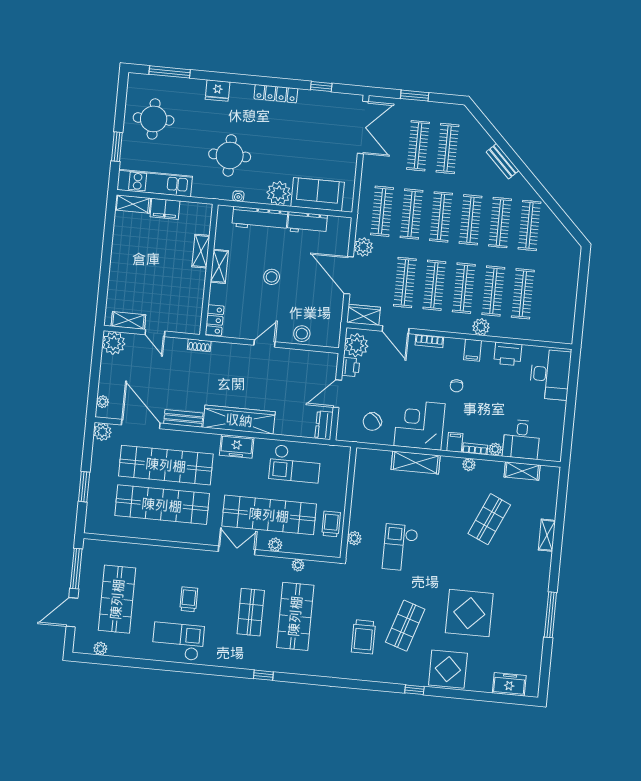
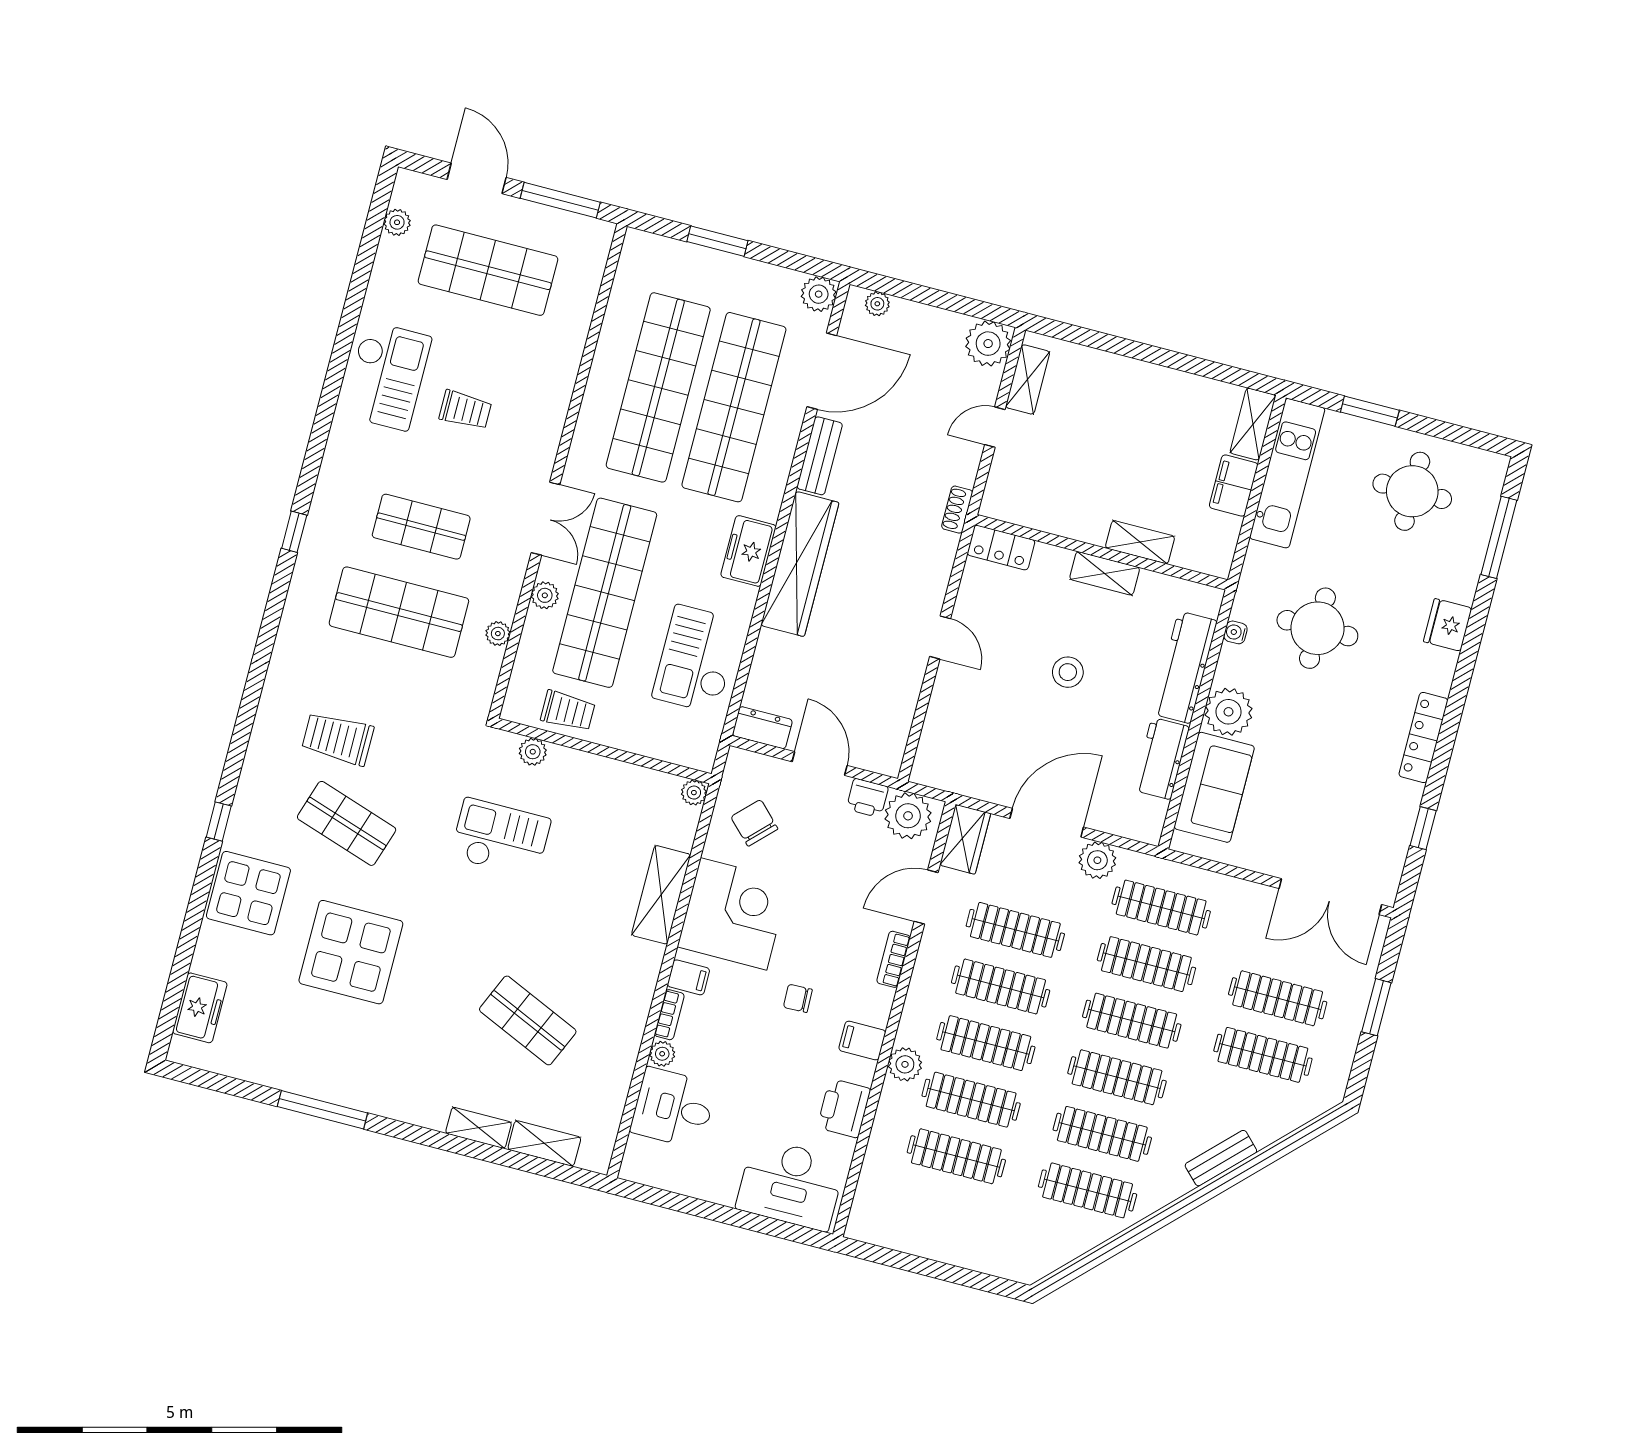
stool: (302, 334) -> (948, 713), removed
plant: (469, 465) -> (694, 793), moved
shelving: (522, 471) -> (544, 1143), moved, turned 90

